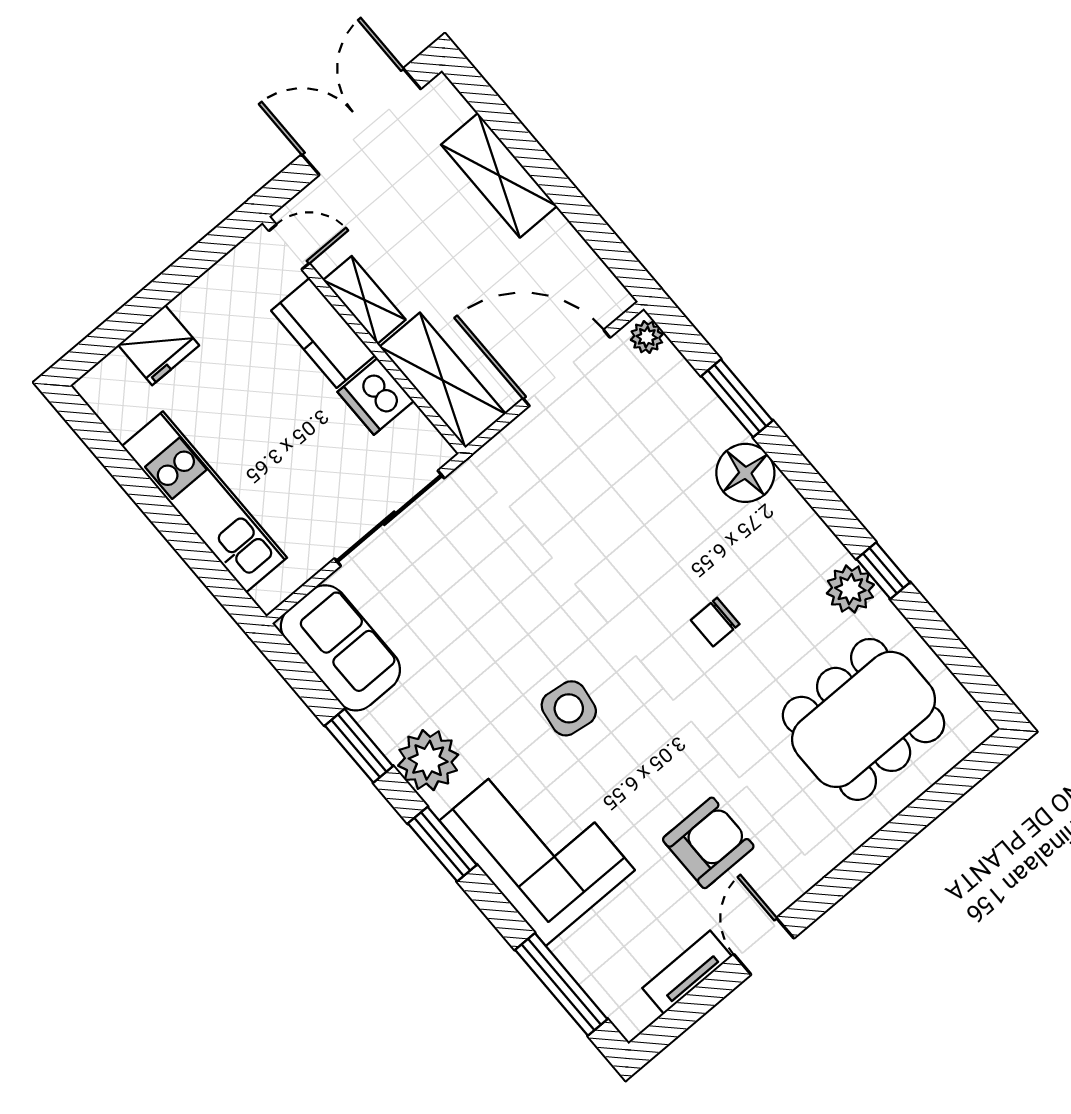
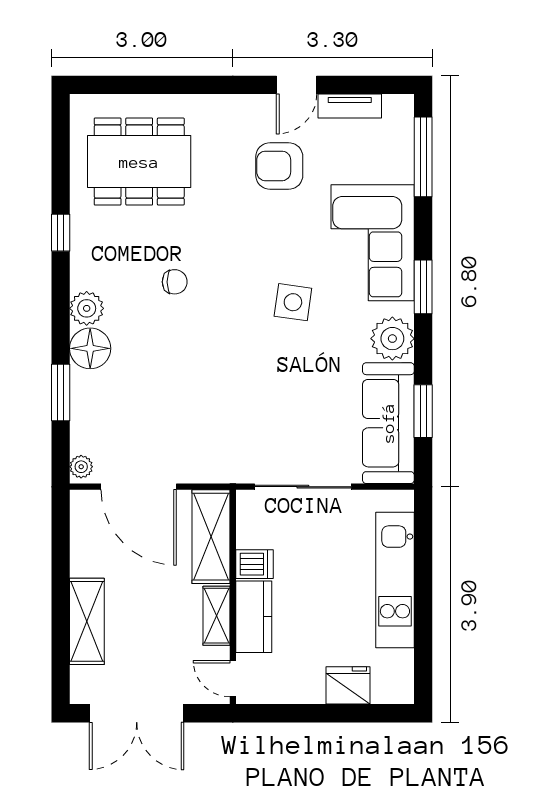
dishwasher: (376, 396) -> (254, 564), width x0.73
plant: (850, 589) -> (87, 308), moved
sofa: (340, 648) -> (388, 423), width x1.36
window: (359, 746) -> (423, 411), moved

